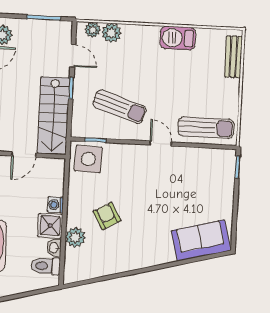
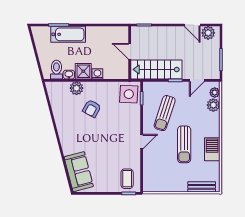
sun lounger: (206, 128) -> (184, 144), moved
coffee table: (215, 168) -> (127, 179), added
armchair: (107, 216) -> (92, 108), turned 149

